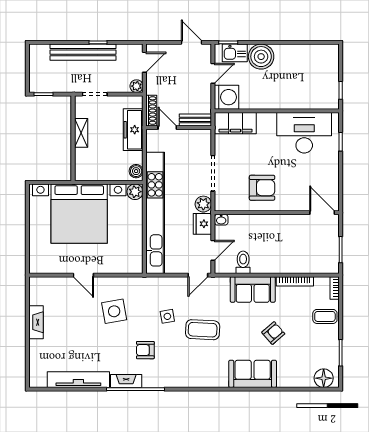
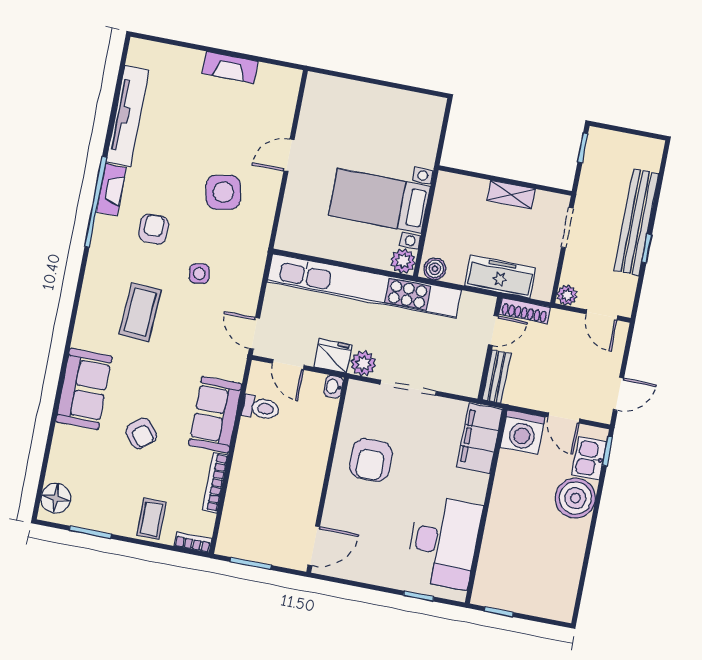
bed with nightstands: (79, 214) -> (379, 201), width x0.54
coffee table: (203, 330) -> (140, 312), moved

